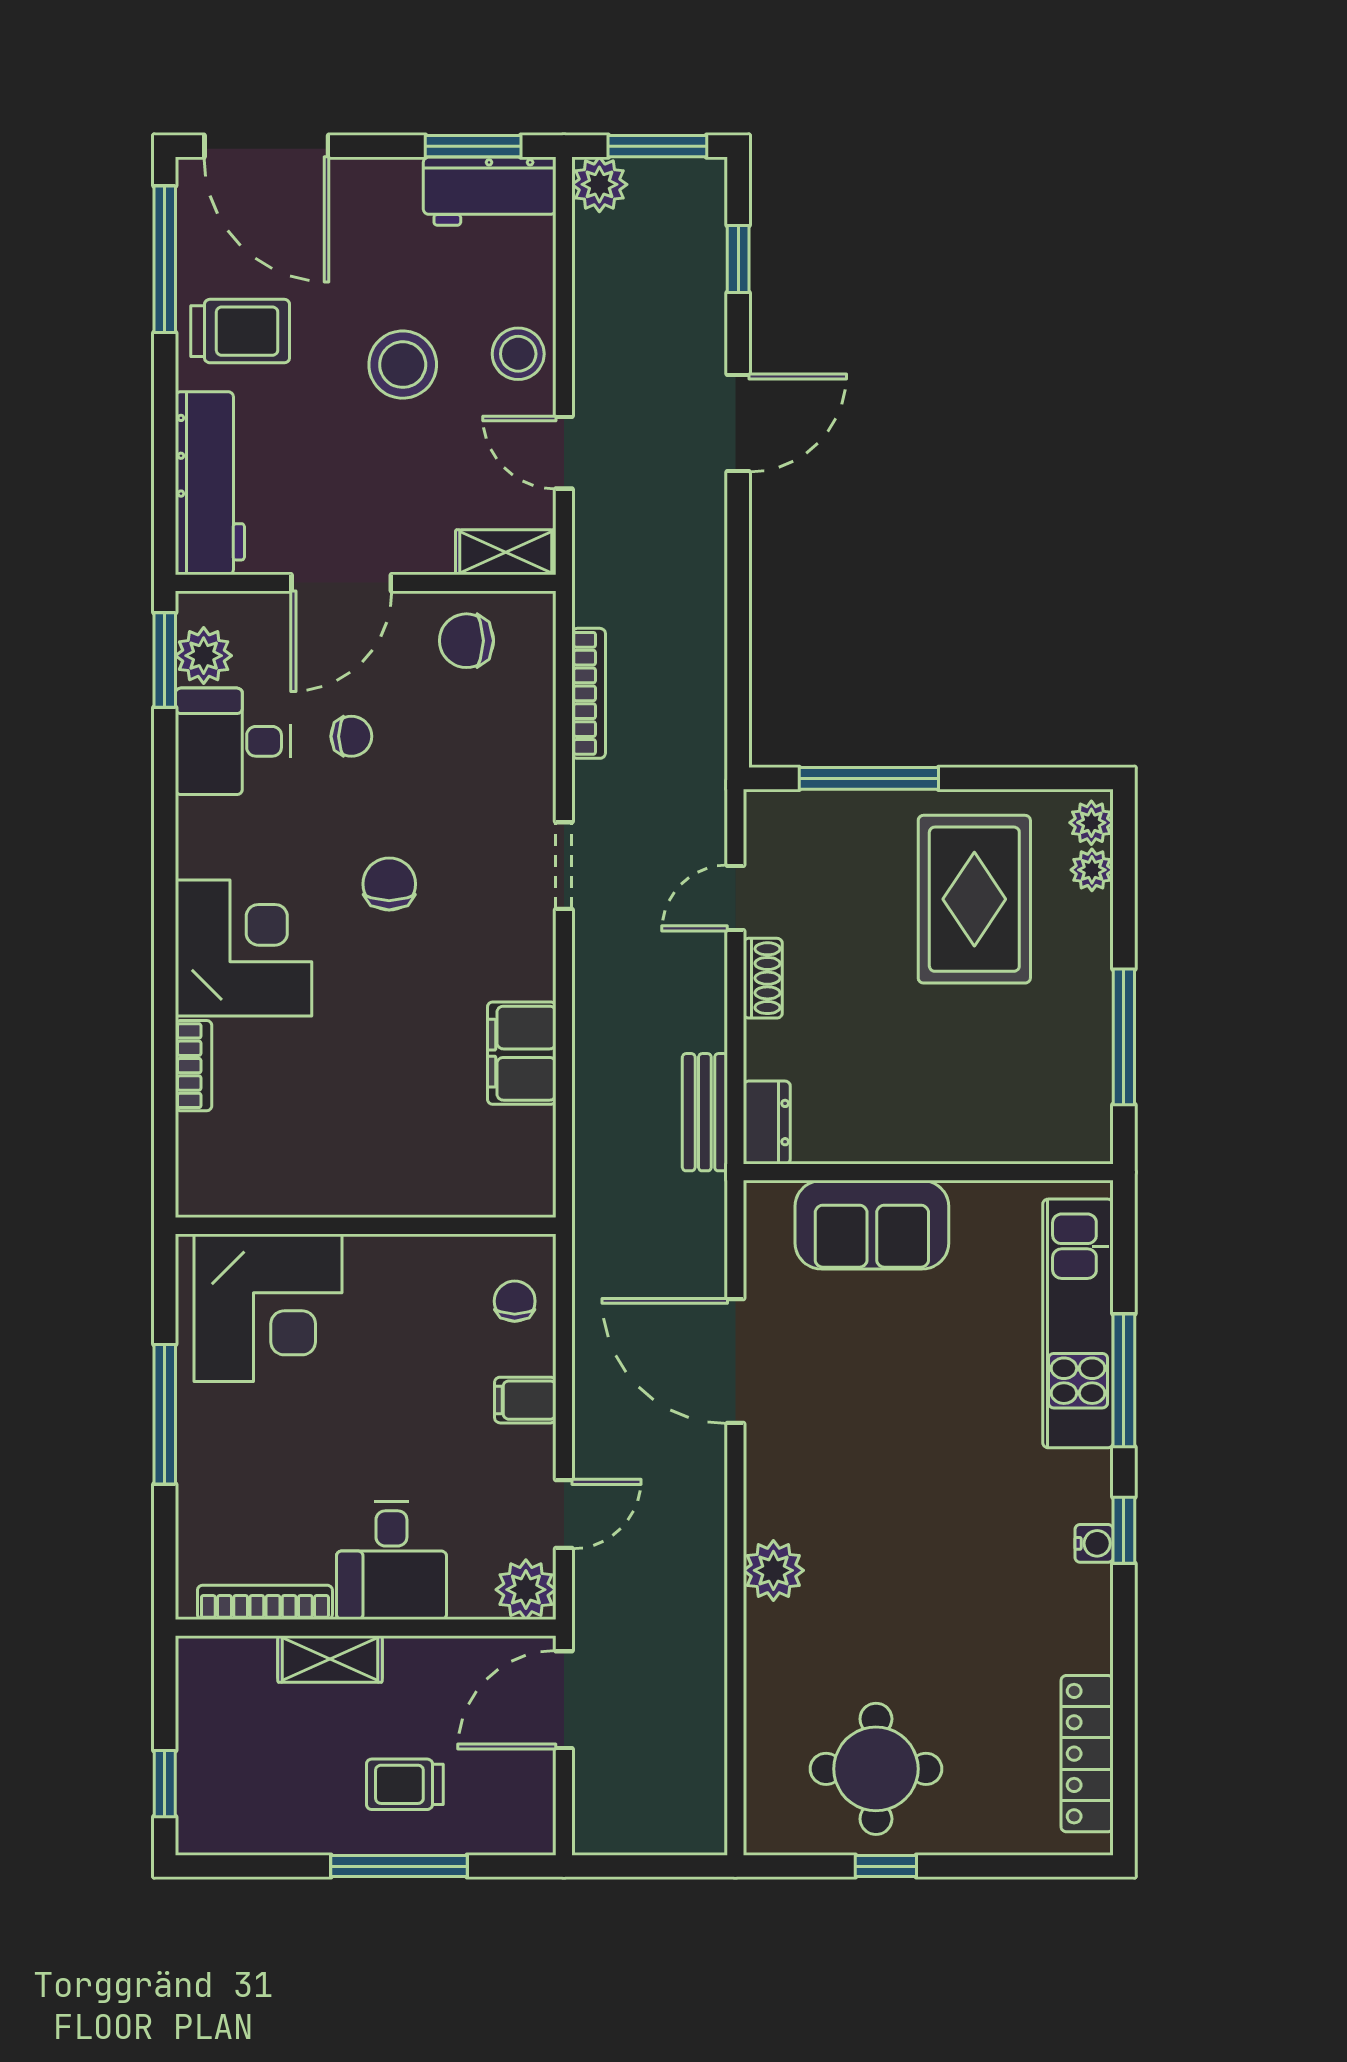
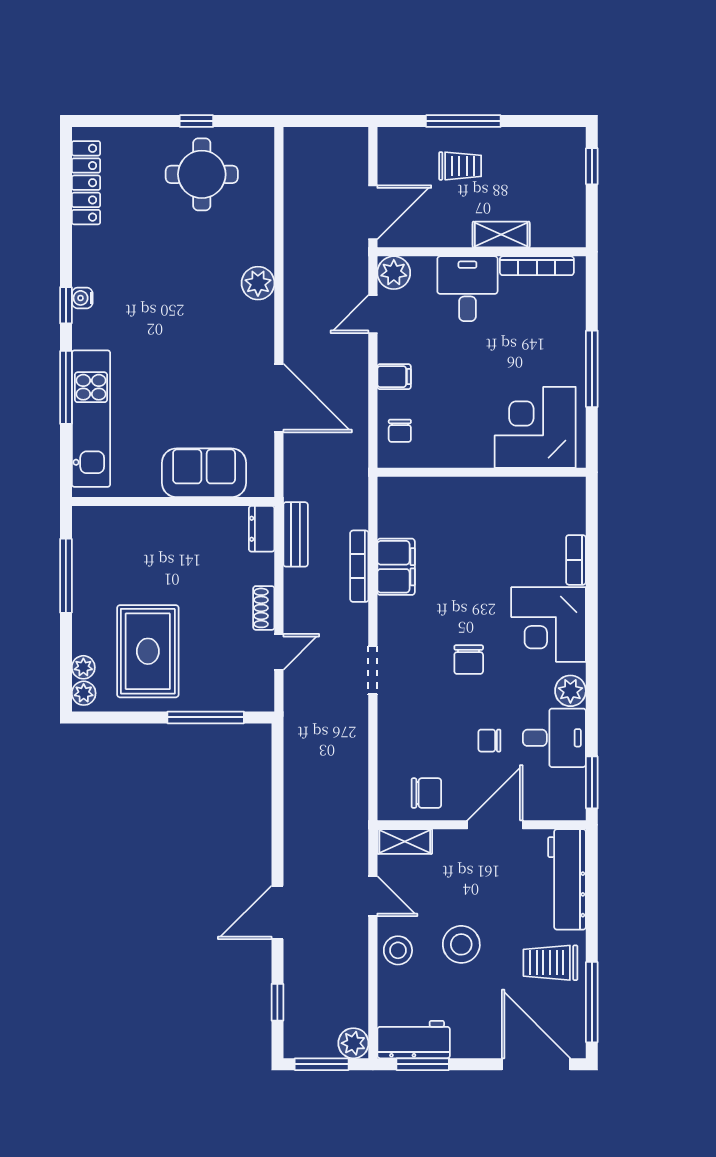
plant: (204, 656) -> (570, 691), moved
bookcase: (589, 693) -> (359, 566), moved

